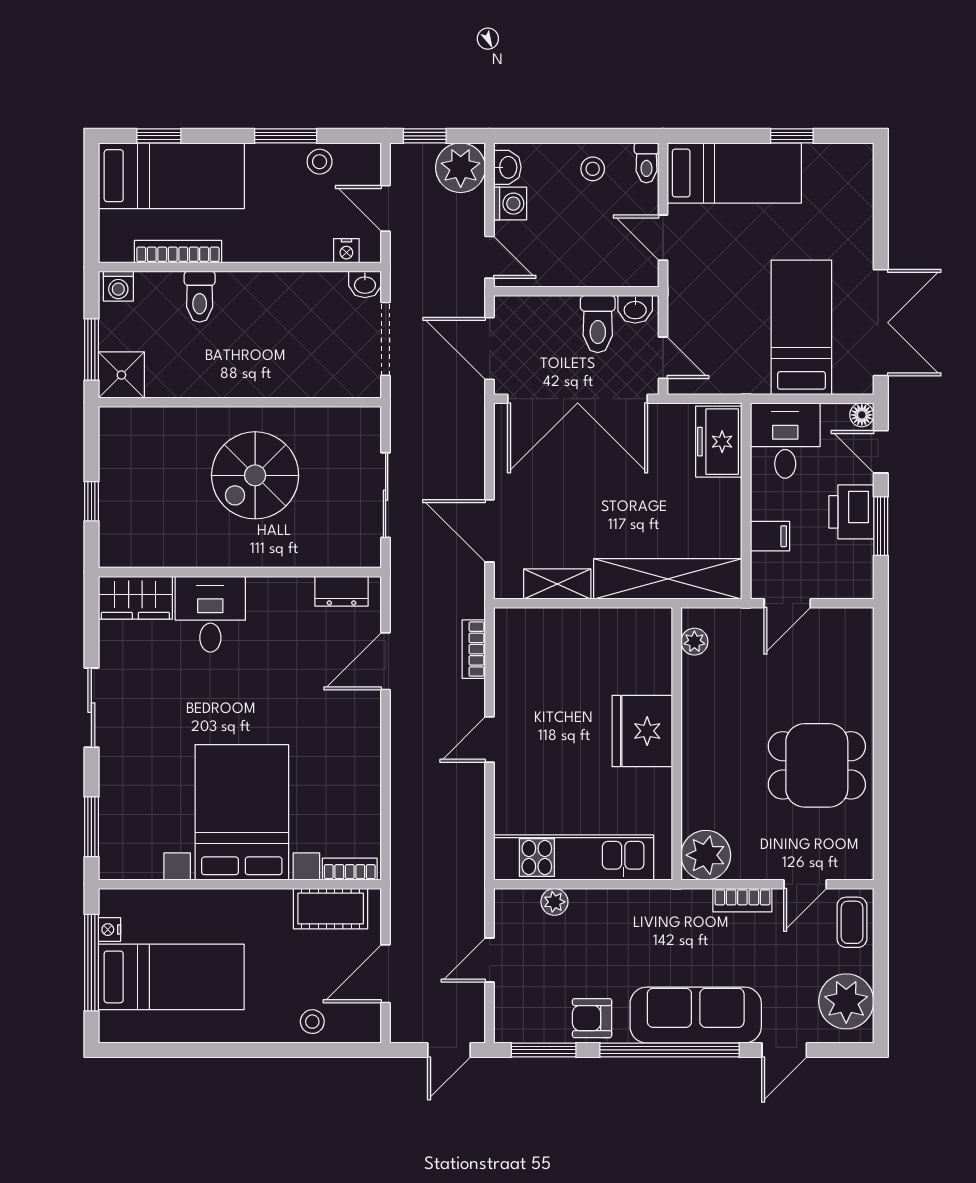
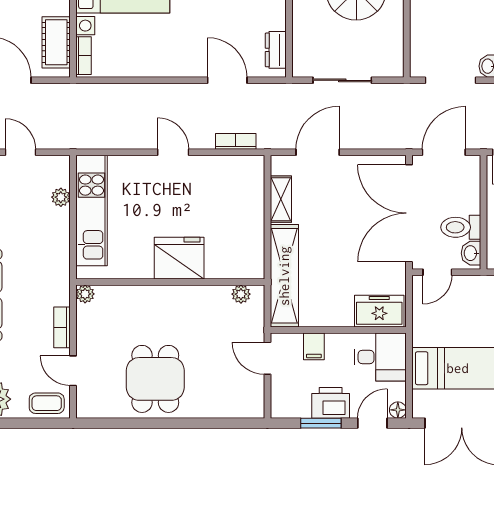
plant: (706, 855) -> (85, 294), width x0.53, depth x0.53

